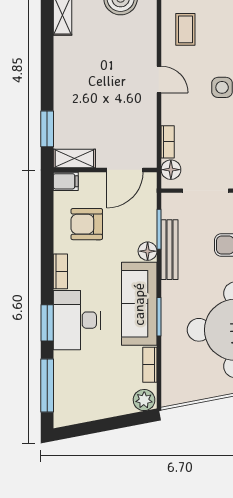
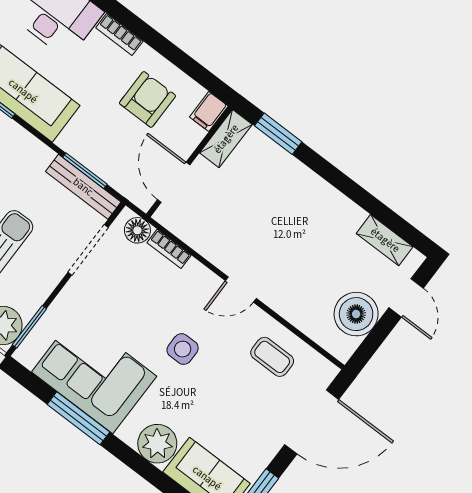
bench: (169, 250) -> (83, 187), moved
floor lamp: (148, 251) -> (71, 141), removed

